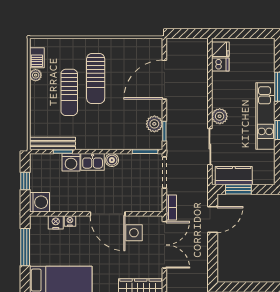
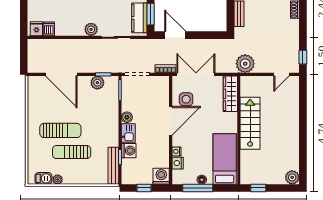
sun lounger: (69, 92) -> (72, 152), turned 180
floor lamp: (35, 252) -> (202, 180), added

